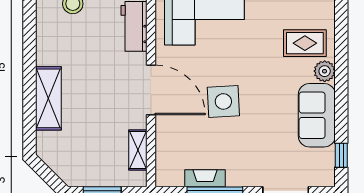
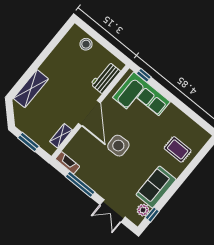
plant: (325, 71) -> (143, 210), moved
shelving: (48, 98) -> (31, 89), moved
fireplace: (205, 178) -> (67, 163), moved

